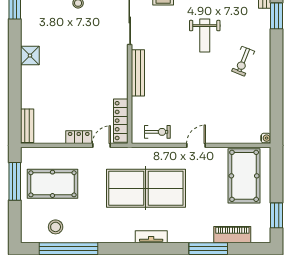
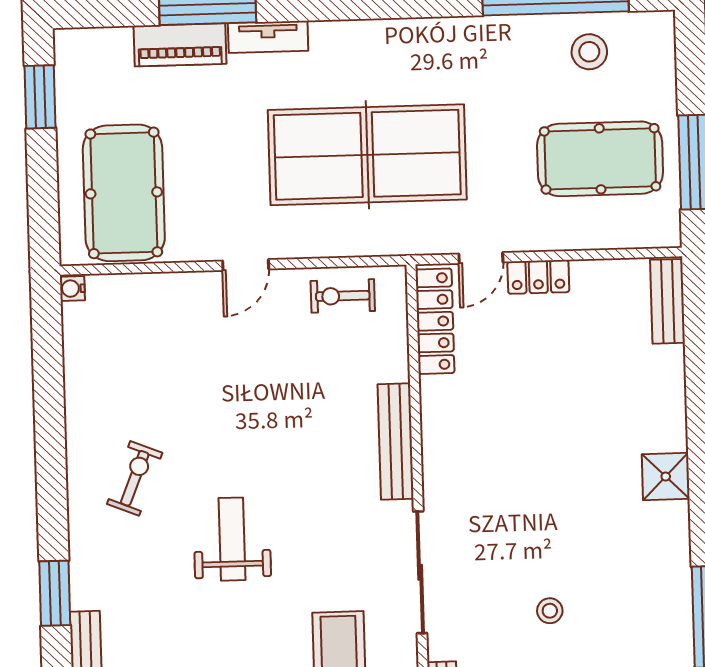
piano: (232, 235) -> (180, 45), moved
tv unit: (151, 237) -> (268, 37), moved

